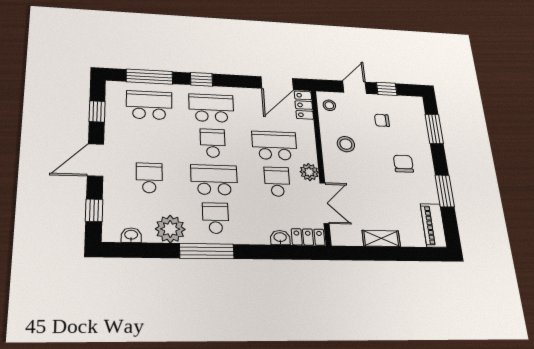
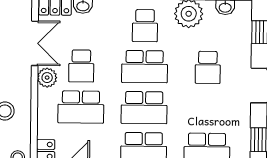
school desk: (213, 143) -> (144, 108), width x1.85
double door: (324, 203) -> (35, 43), swing flipped

